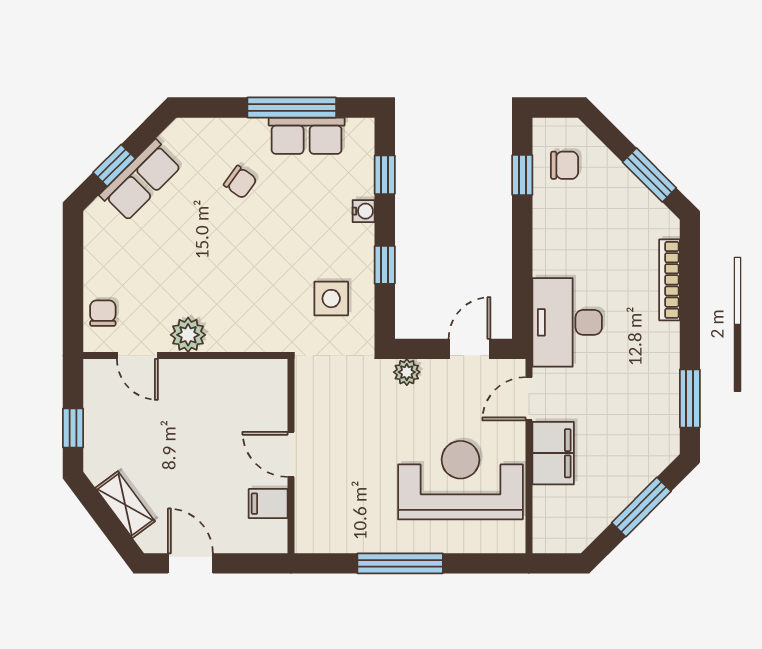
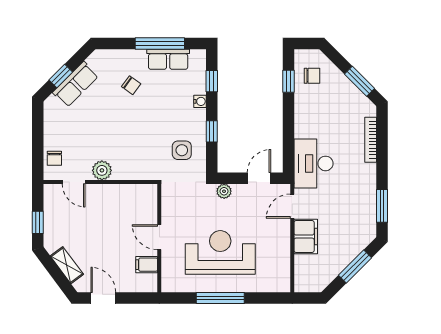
chair: (103, 313) -> (54, 158), turned 180
reception desk: (460, 480) -> (220, 252), moved

